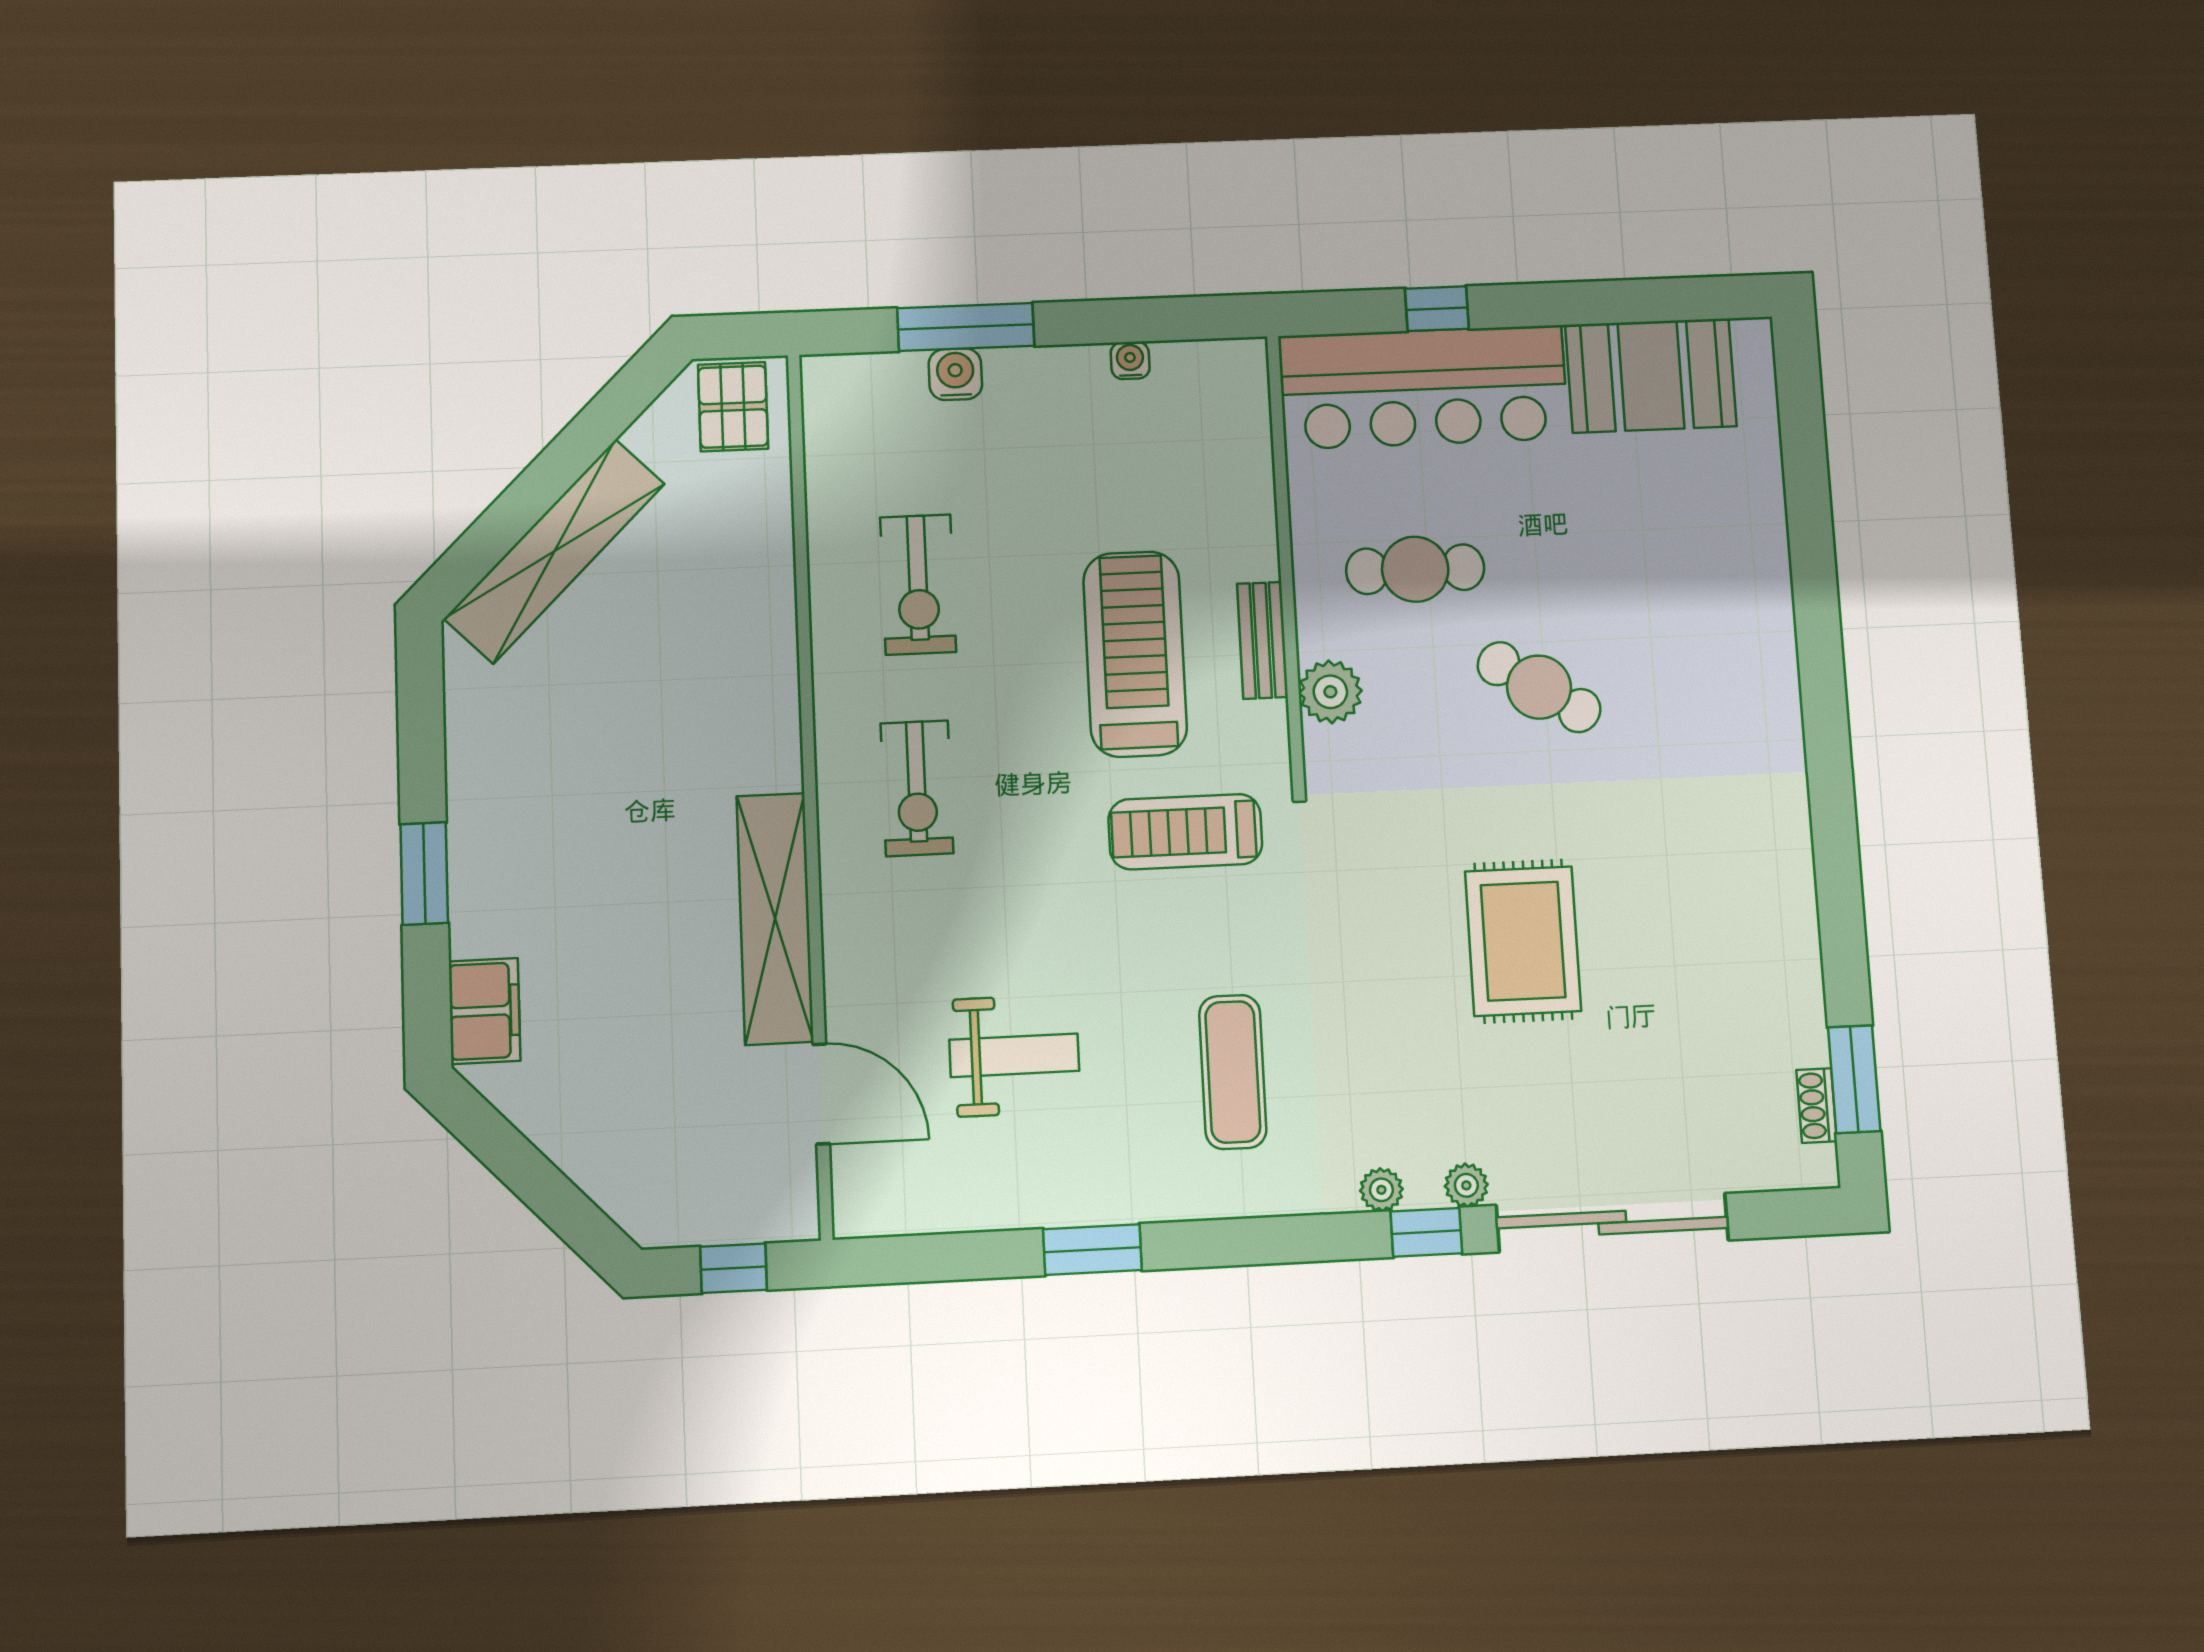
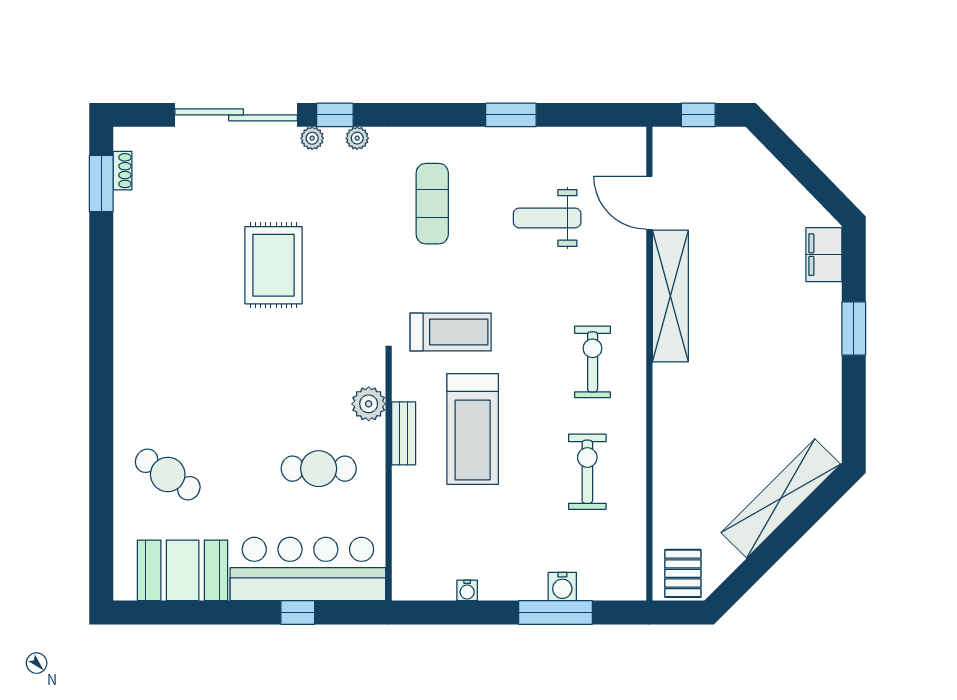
cafe table: (1539, 687) -> (168, 474), moved

